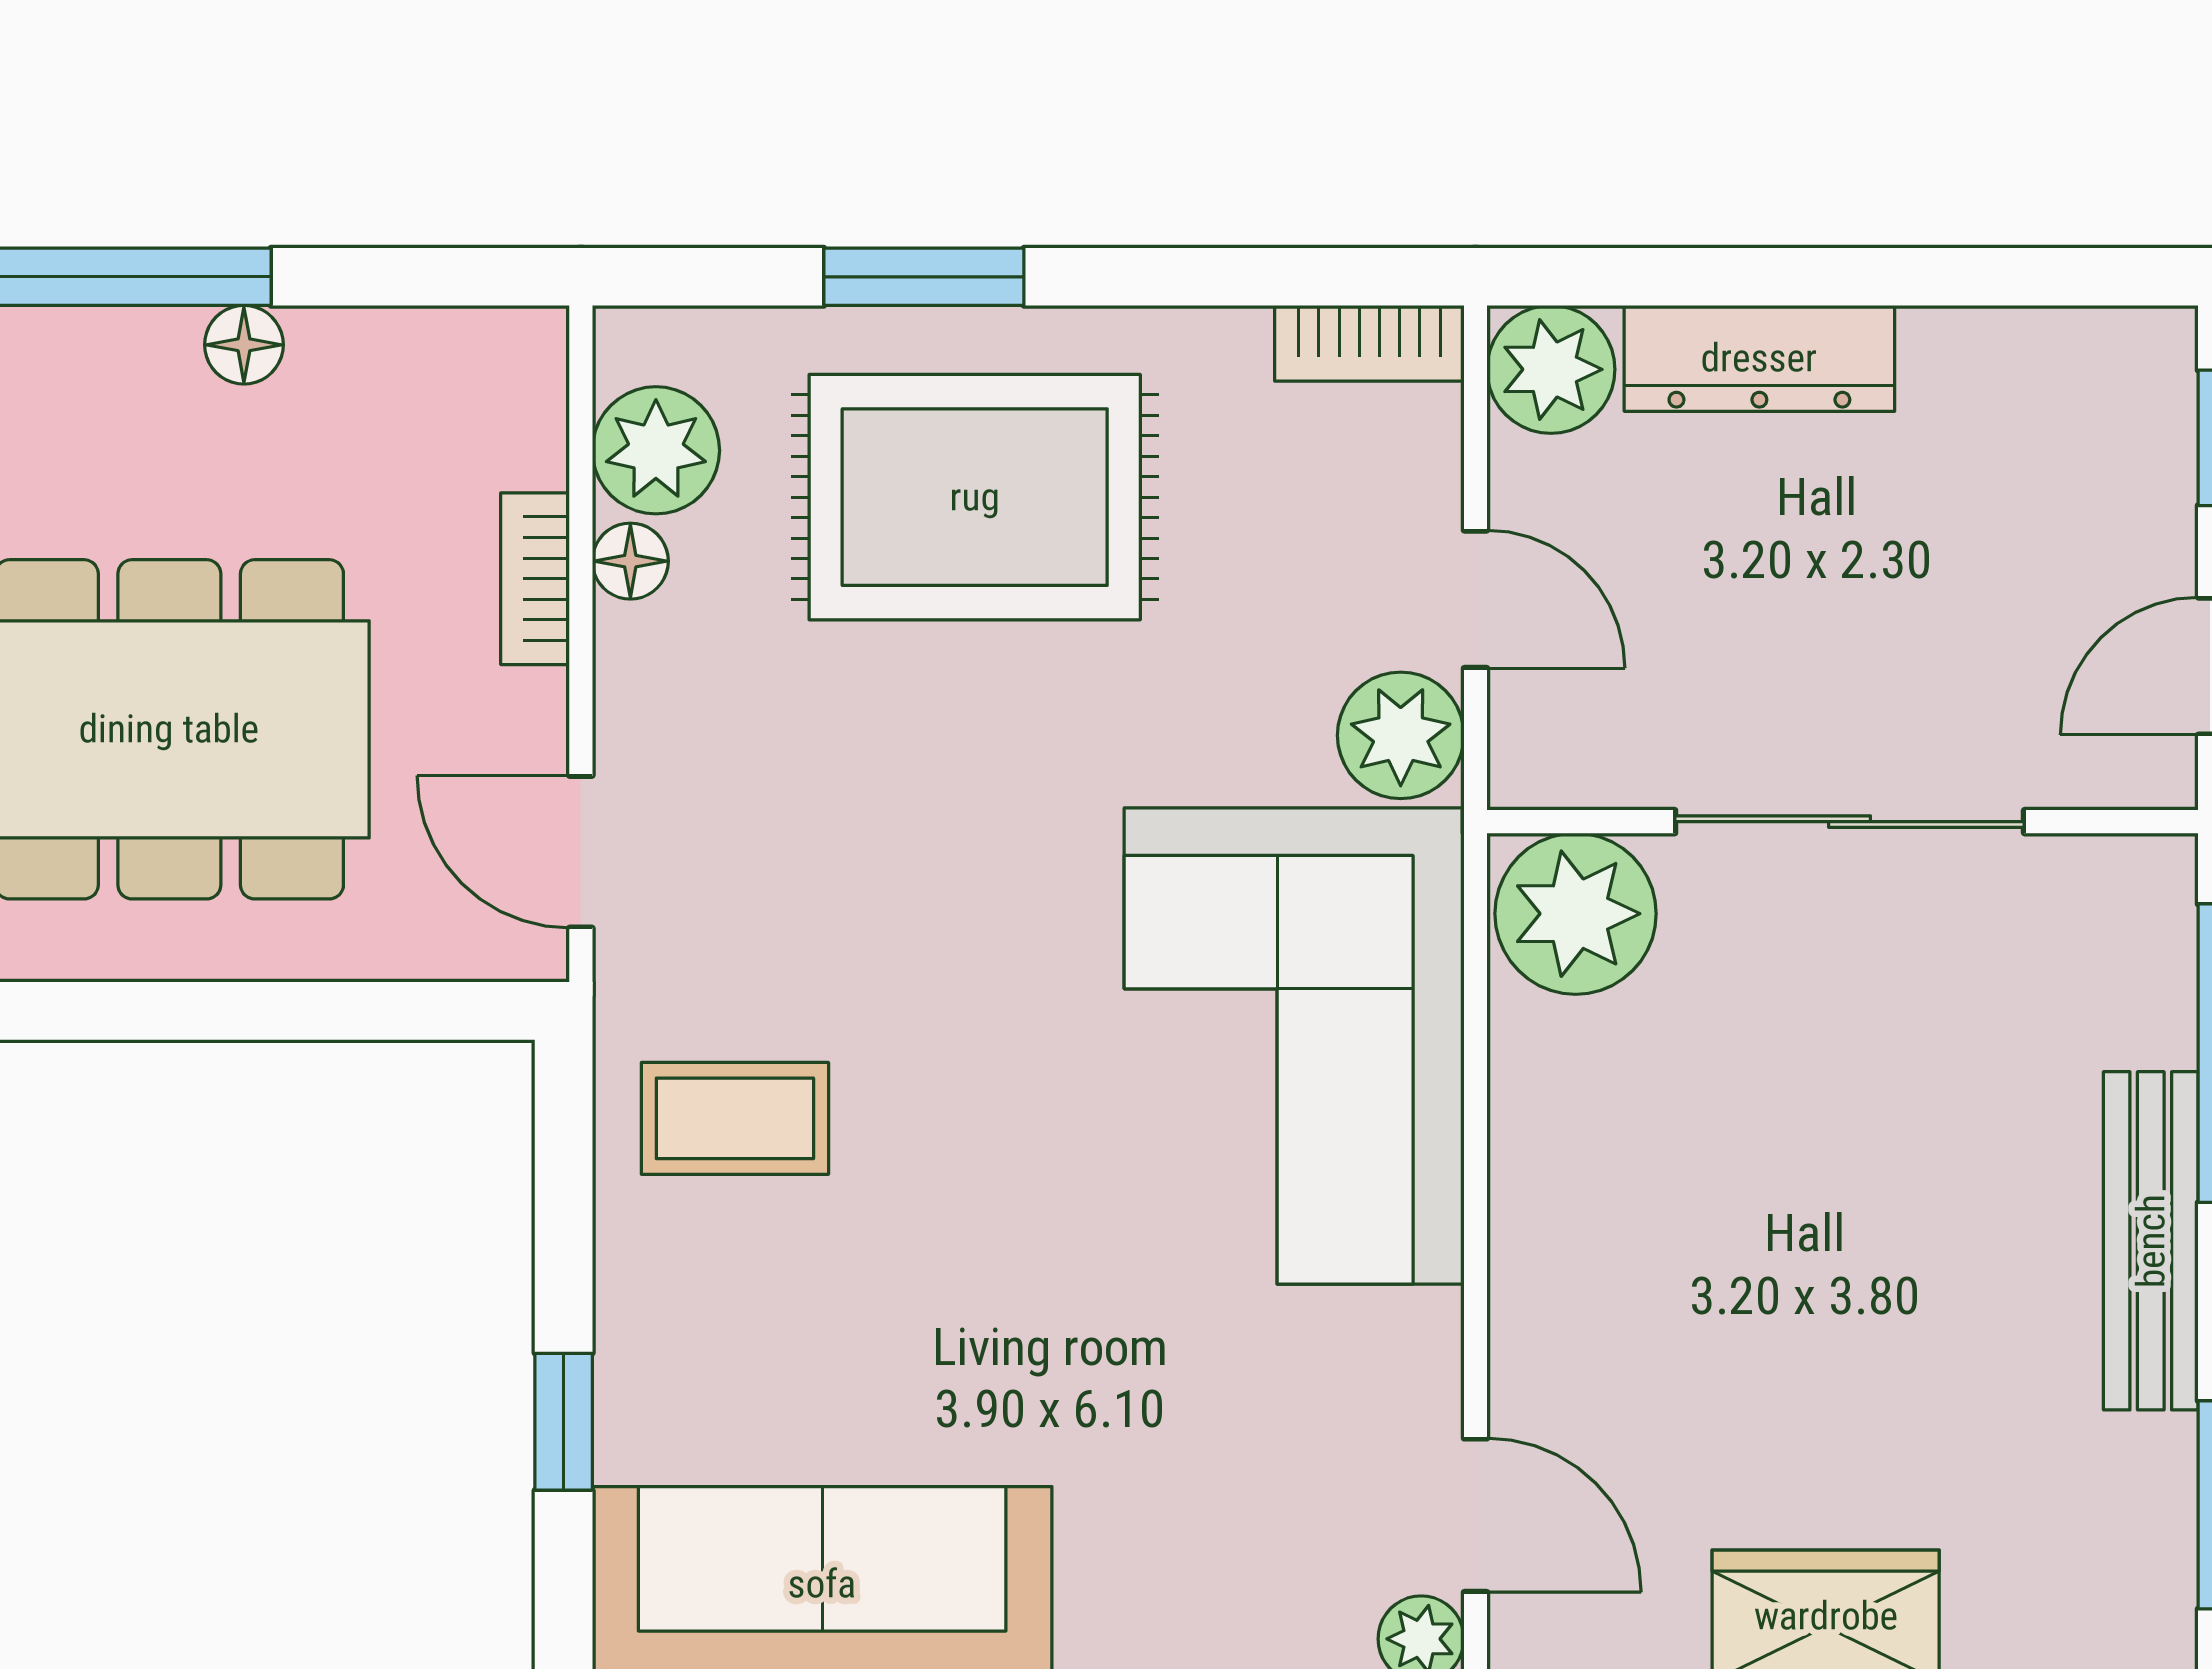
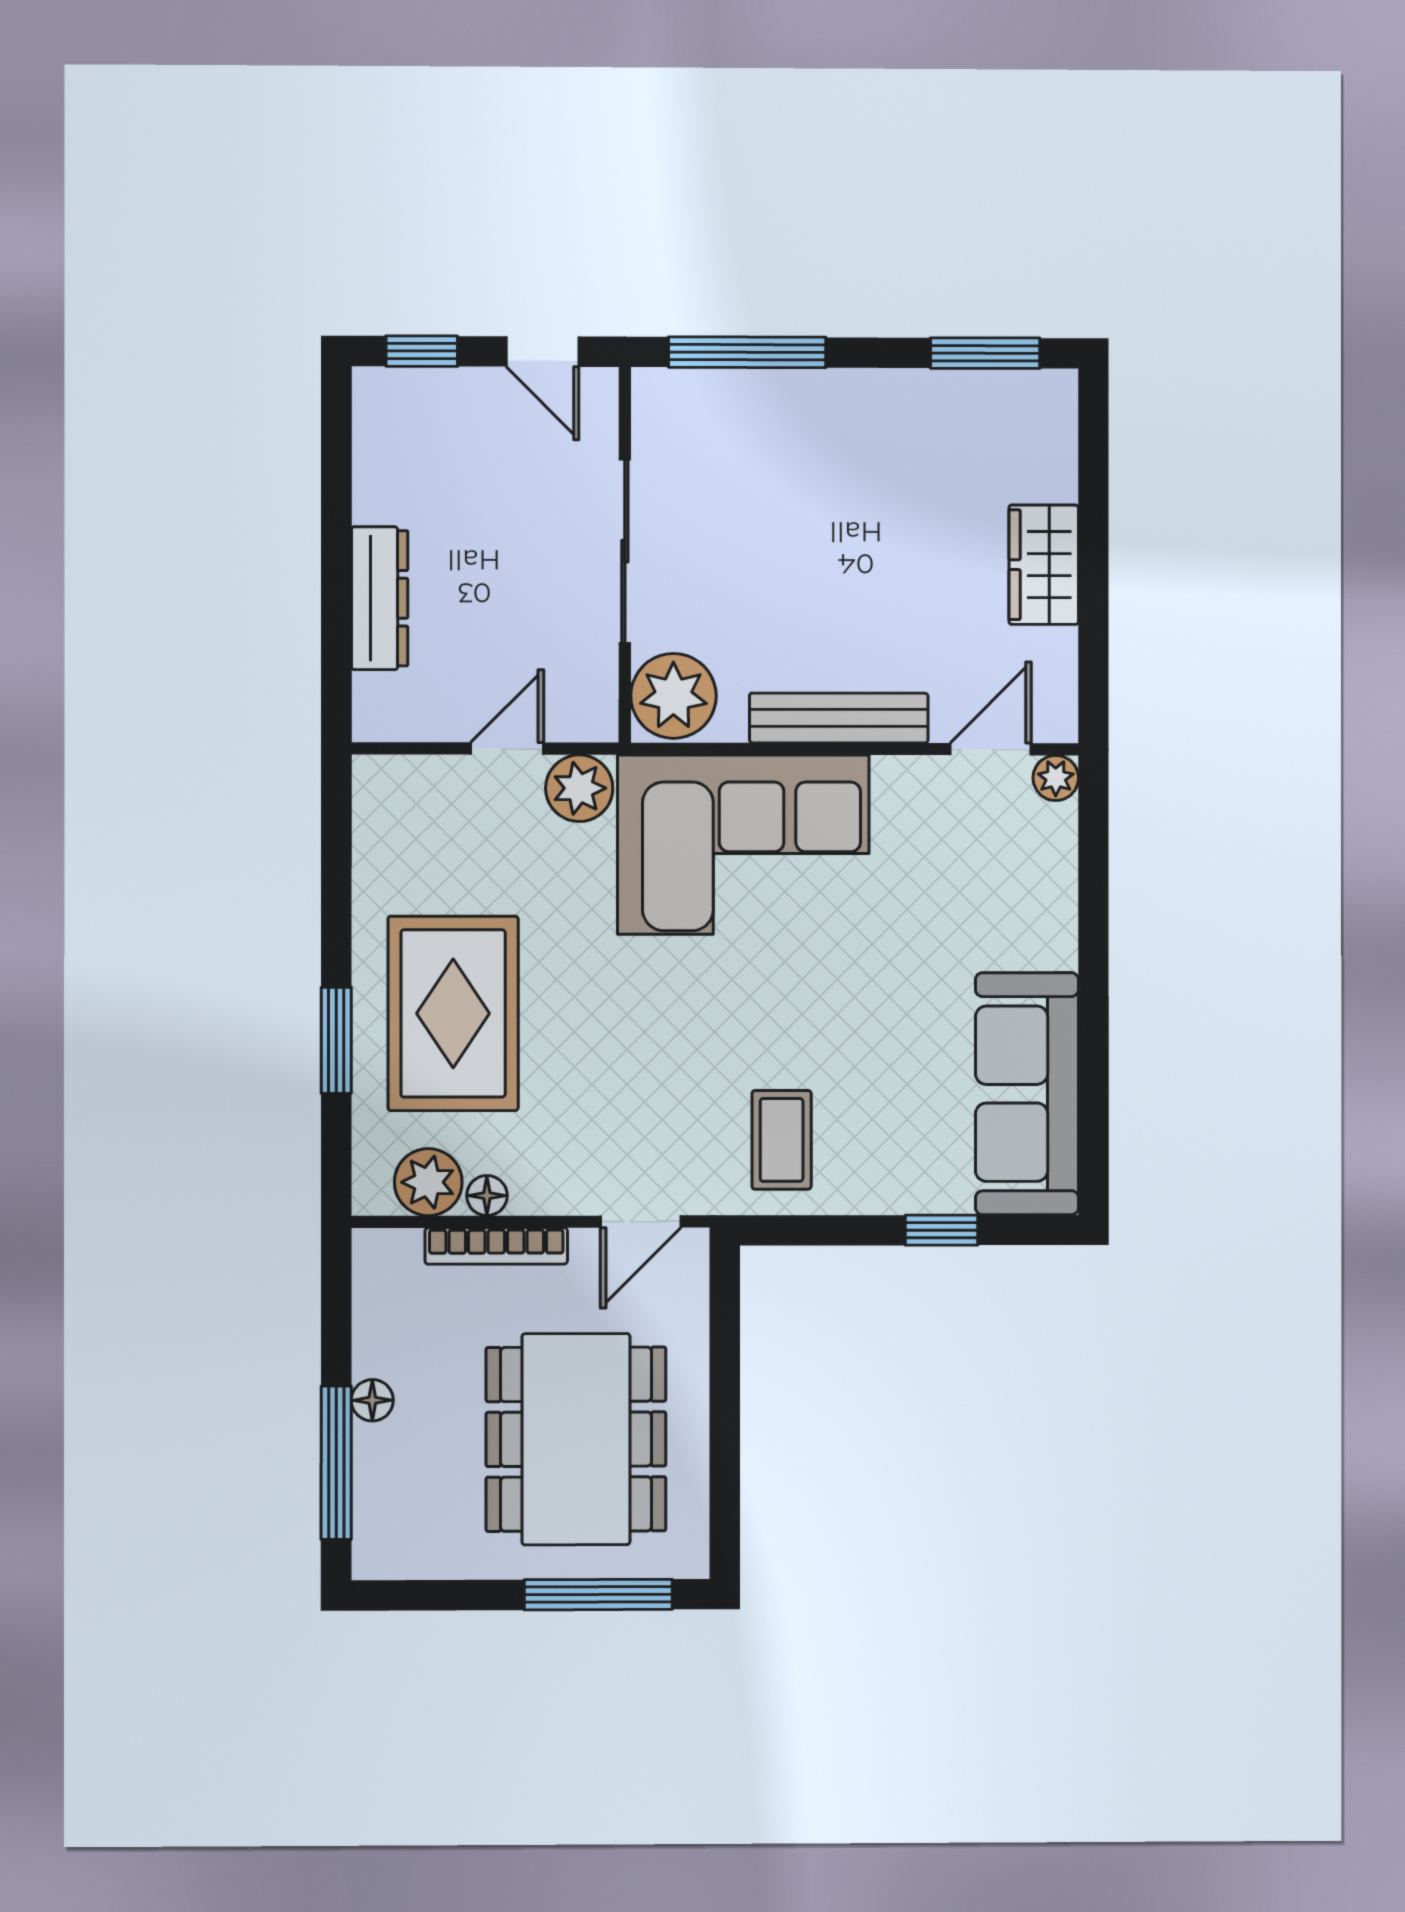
bookcase: (1369, 343) -> (372, 805), removed
plant: (1551, 369) -> (385, 709), removed
bookcase: (535, 579) -> (496, 1246), width x1.56
bench: (2151, 1241) -> (839, 718), moved

